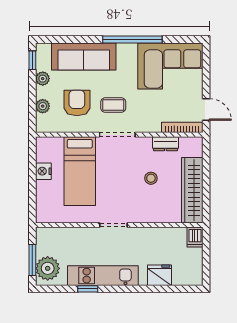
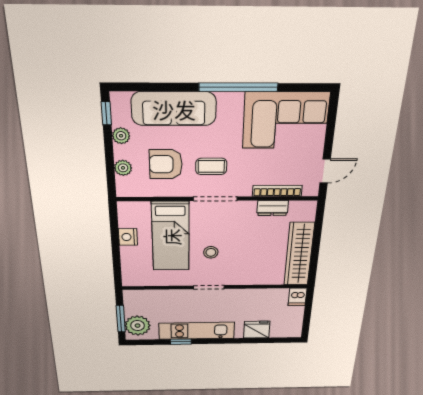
armchair: (77, 103) -> (166, 164), turned -90
door: (206, 109) -> (325, 171), hinge flipped
bookcase: (182, 127) -> (277, 191), moved
stool: (151, 178) -> (211, 252), moved

